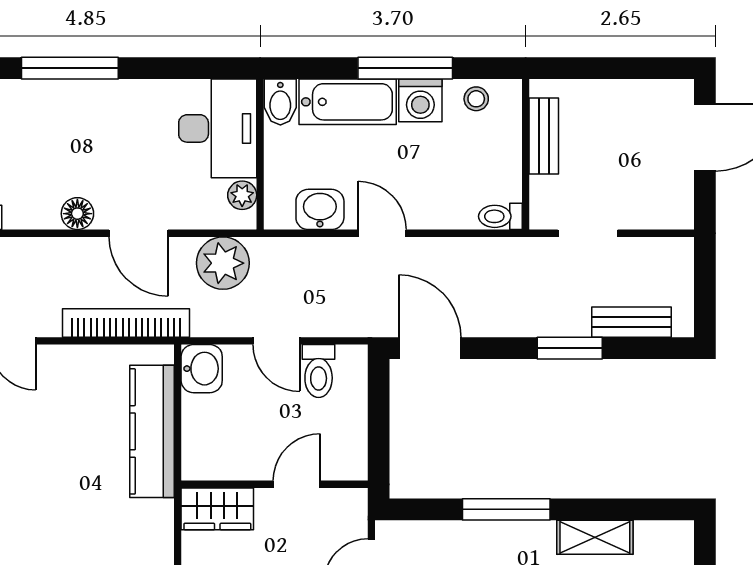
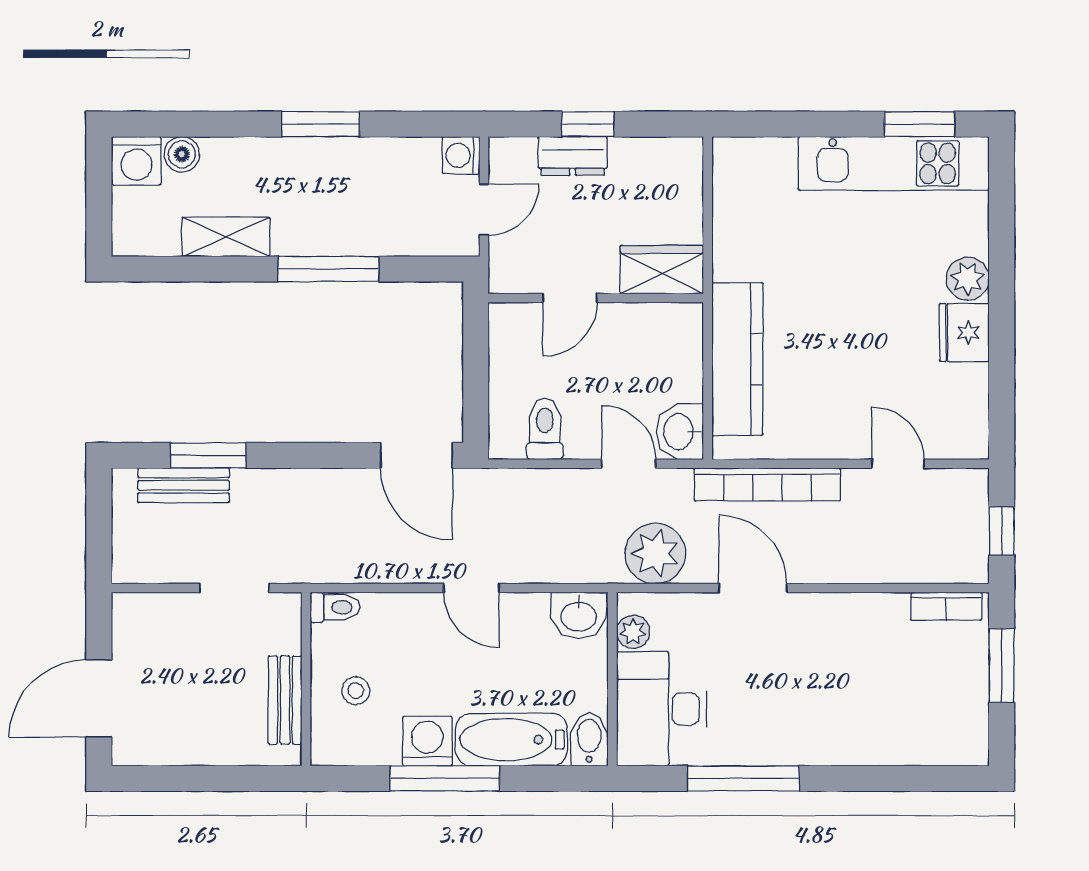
window: (70, 68) -> (743, 778), moved
stool: (476, 99) -> (356, 691), moved
washbasin: (320, 209) -> (579, 615), moved
floor lamp: (77, 214) -> (823, 611), removed
door: (276, 341) -> (629, 464), moved
window: (570, 348) -> (208, 455), moved

